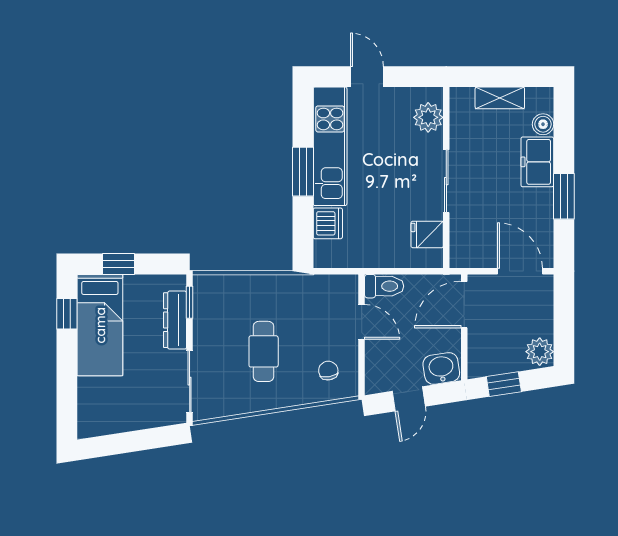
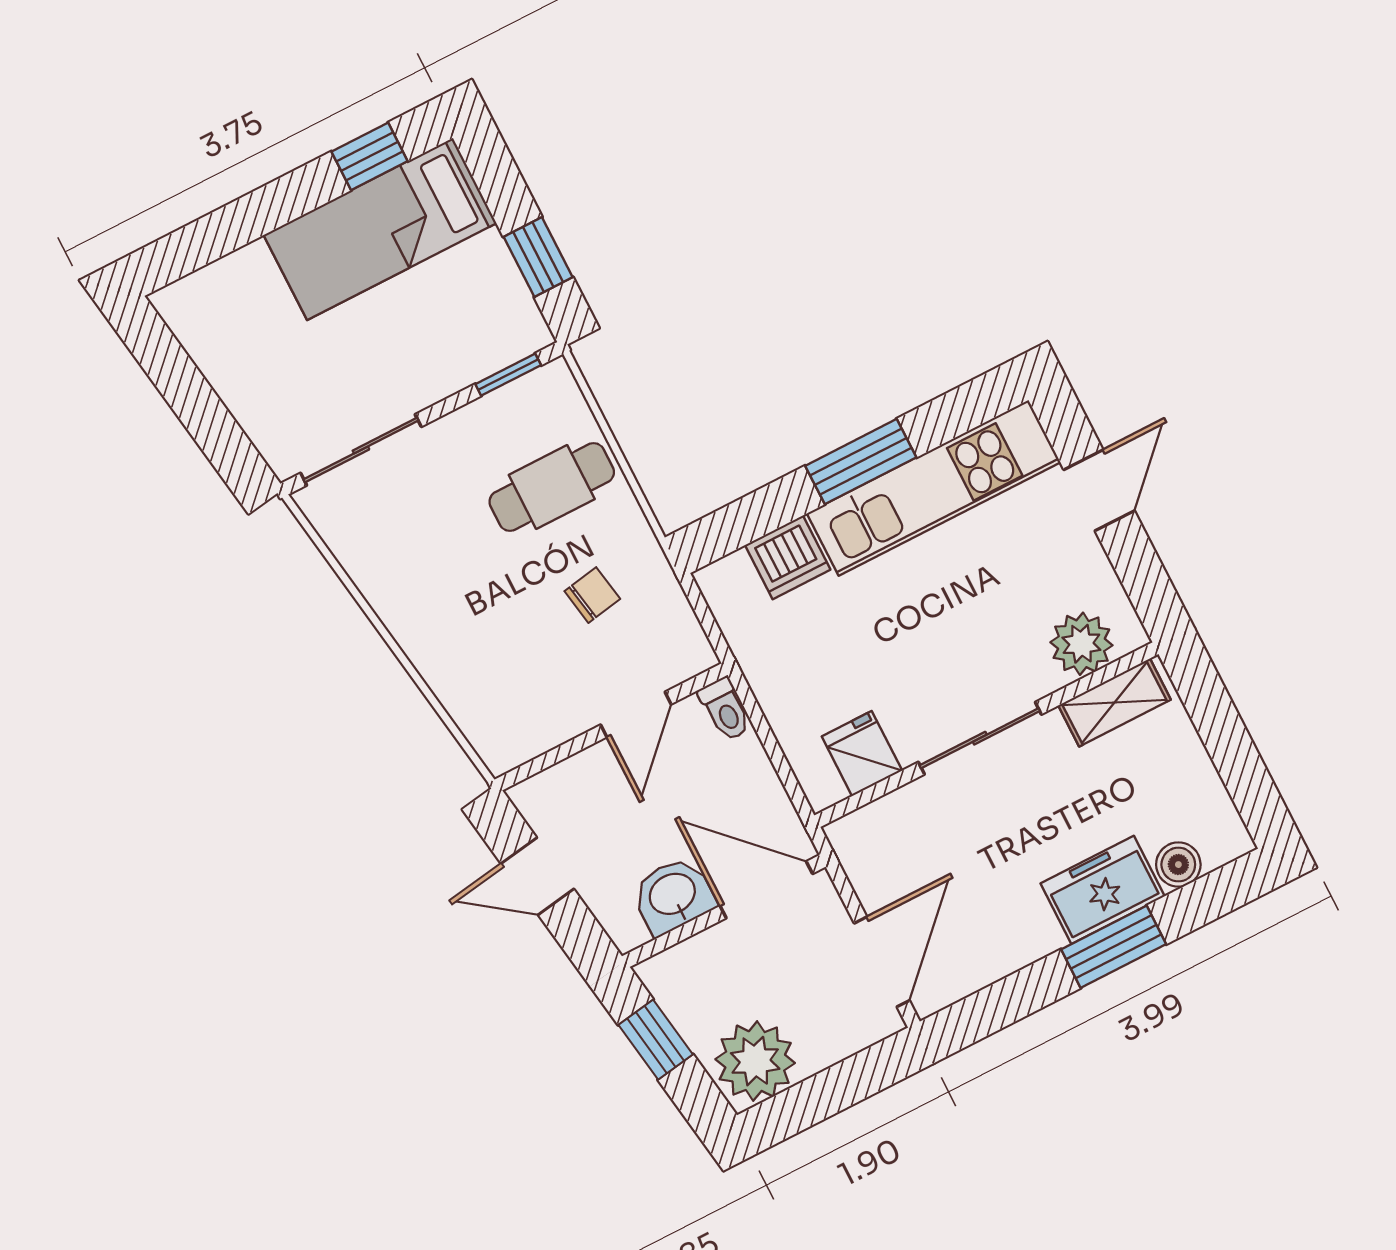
shelving: (500, 98) -> (1114, 703), moved, turned 90
window: (564, 196) -> (1114, 947), moved
window: (118, 264) -> (538, 257), moved
toilet: (384, 286) -> (725, 709), width x0.73, depth x0.72
dresser: (175, 320) -> (461, 365), removed
cafe table: (264, 351) -> (552, 487), moved
plant: (540, 352) -> (755, 1061), width x1.36, depth x1.36
washbasin: (441, 368) -> (673, 895), moved, turned -81
chair: (328, 371) -> (592, 595), moved

